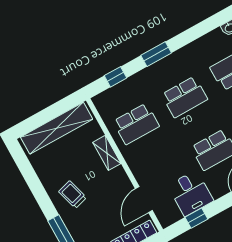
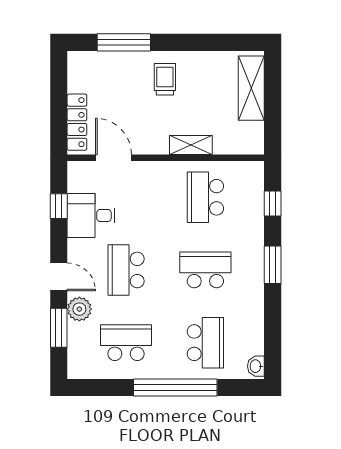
school desk: (185, 97) -> (205, 270), turned 90
shelving: (57, 128) -> (251, 88), width x0.68
trolley: (73, 195) -> (165, 79), turned -74

